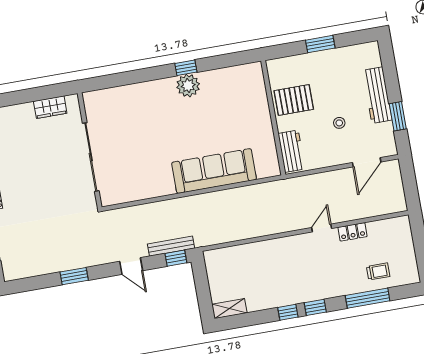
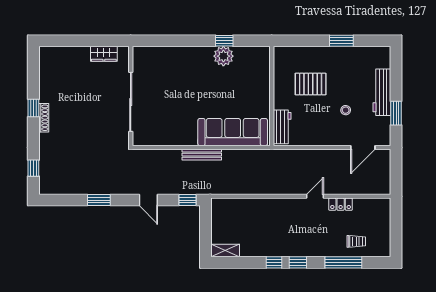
wall: (273, 118) -> (272, 96), moved
workbench: (291, 151) -> (282, 127), moved
bench: (171, 246) -> (202, 155), moved

